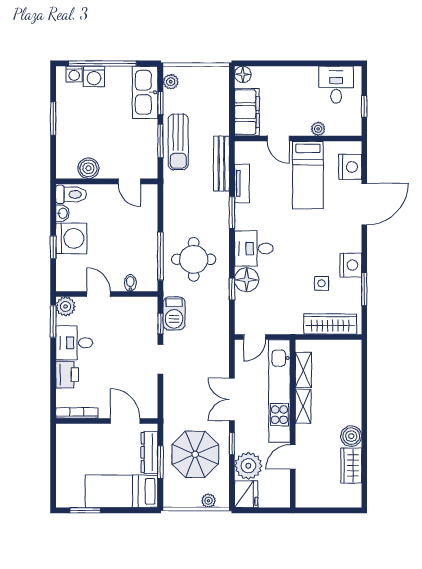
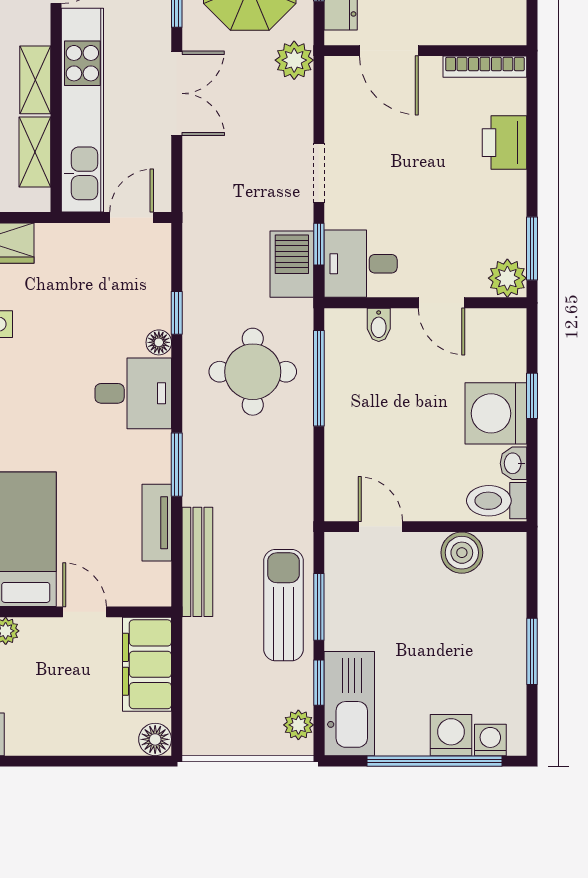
floor lamp: (247, 280) -> (159, 342), width x0.53, depth x0.53
desk: (74, 343) -> (361, 264), moved, turned 180
plant: (173, 416) -> (294, 60), added

